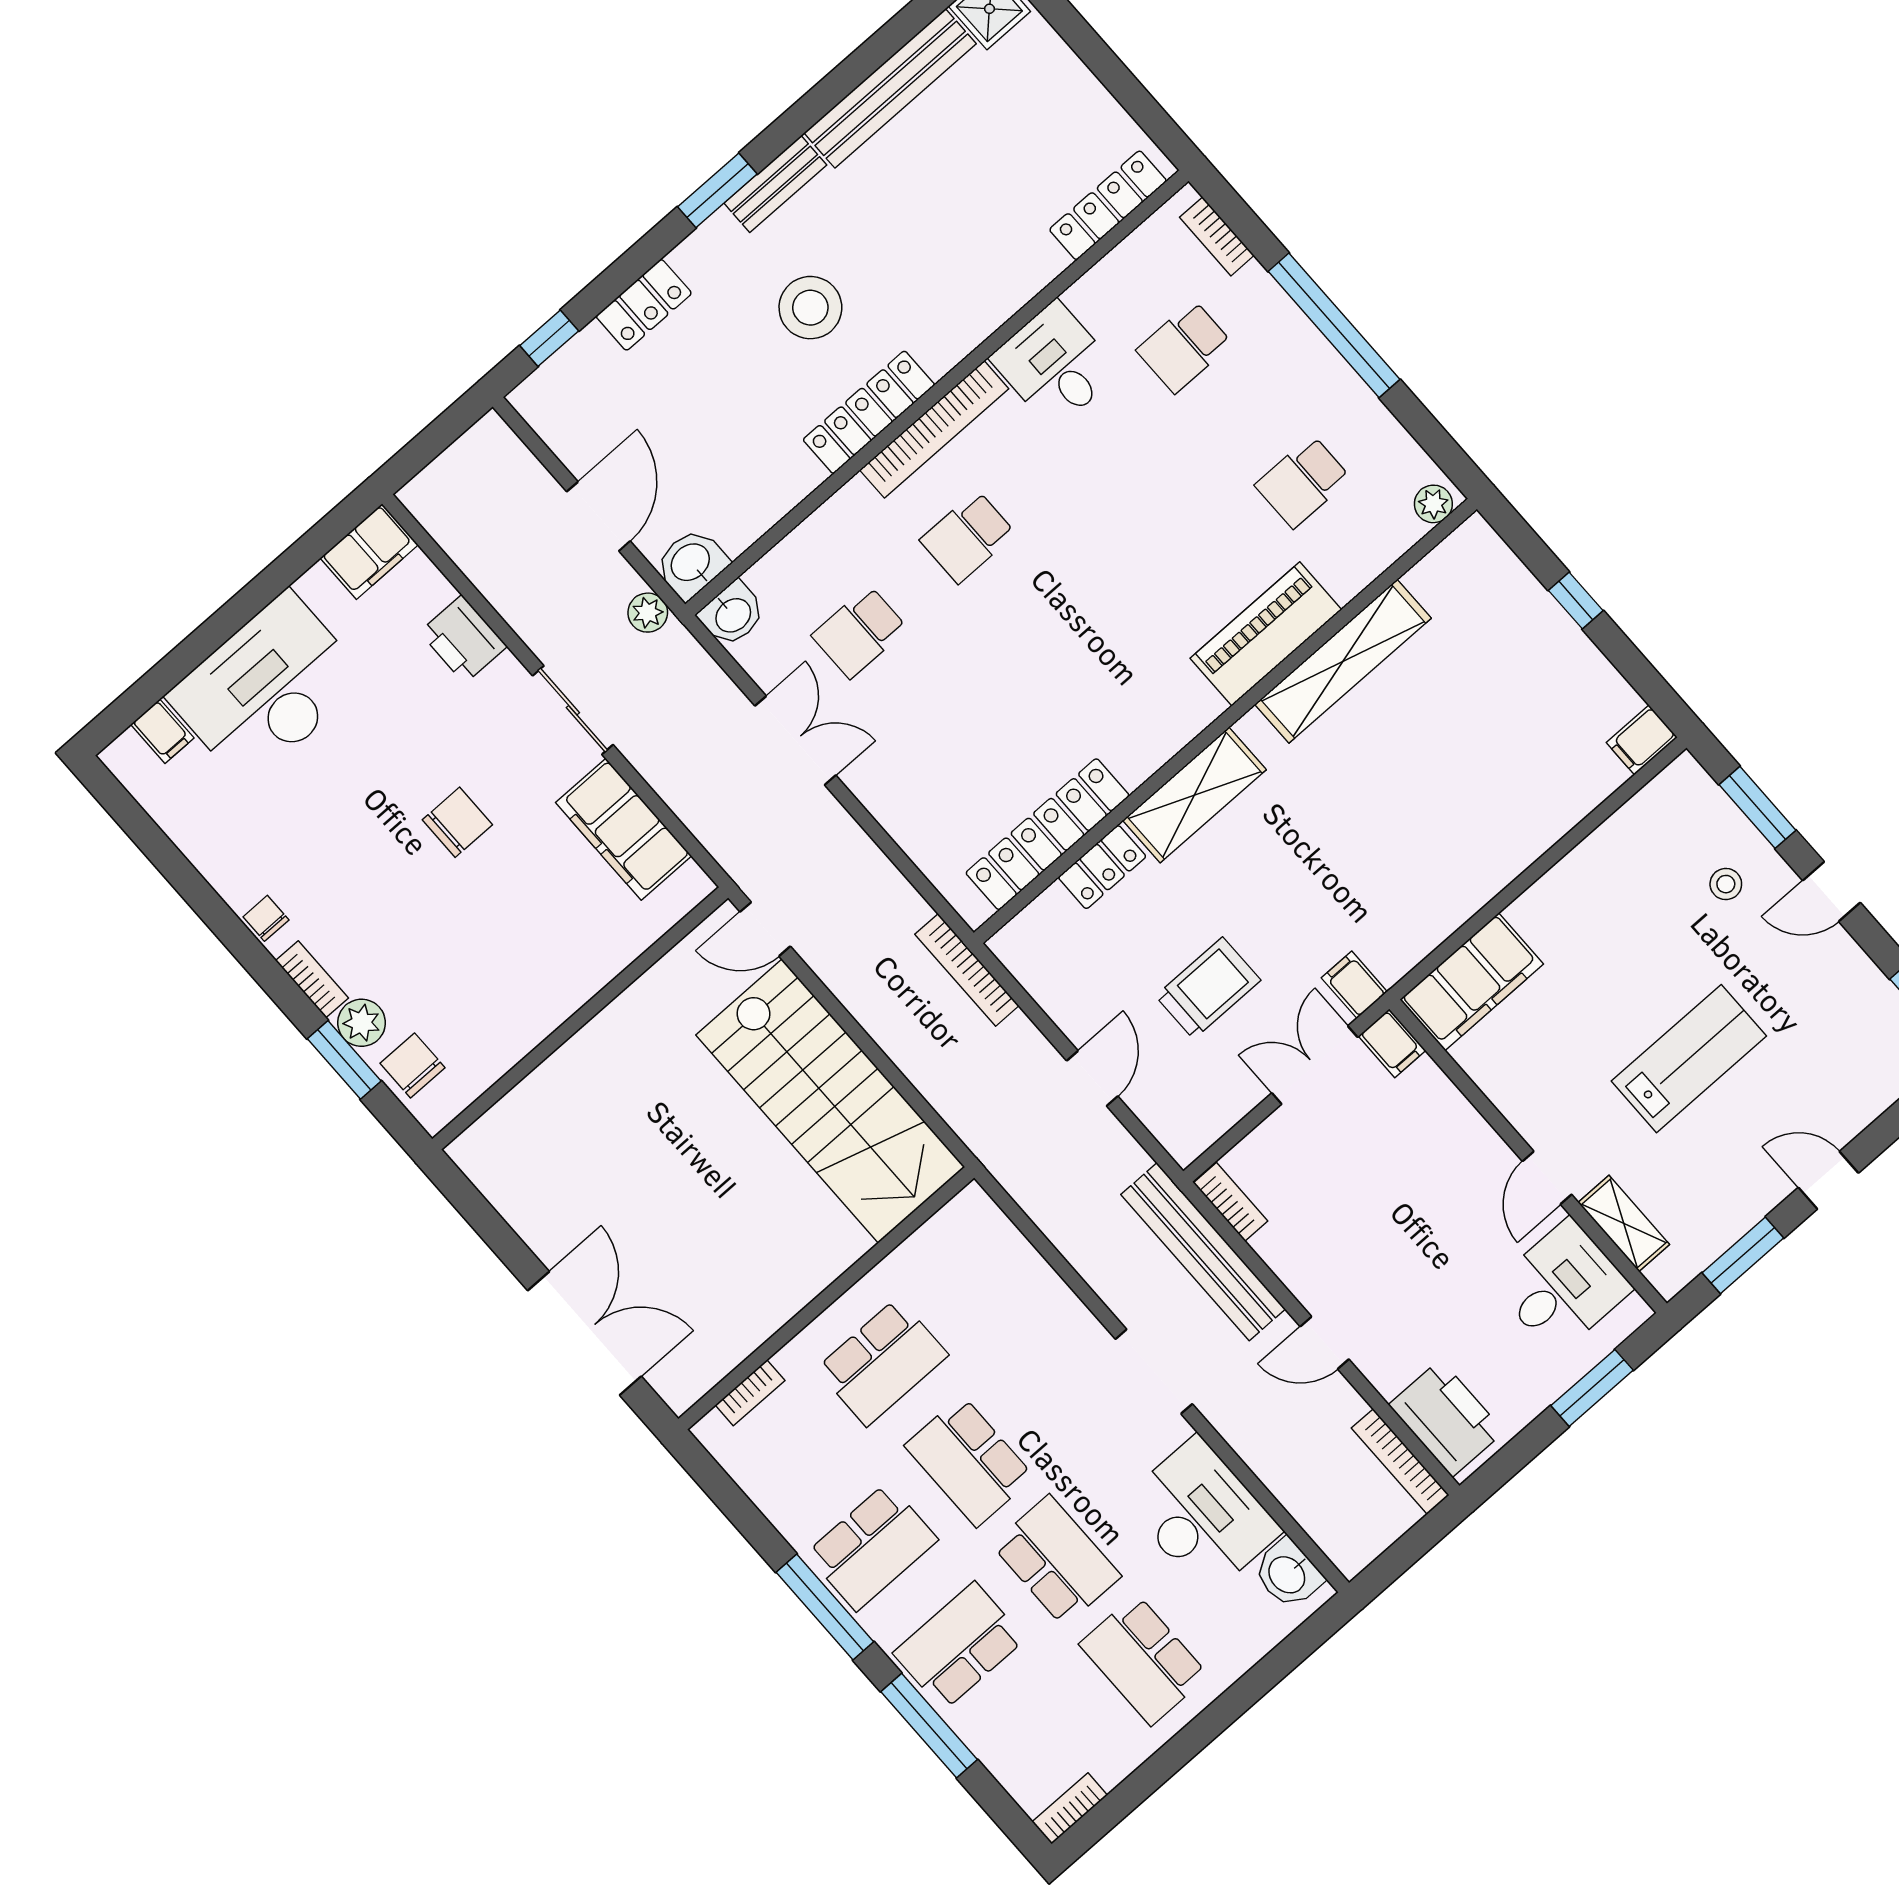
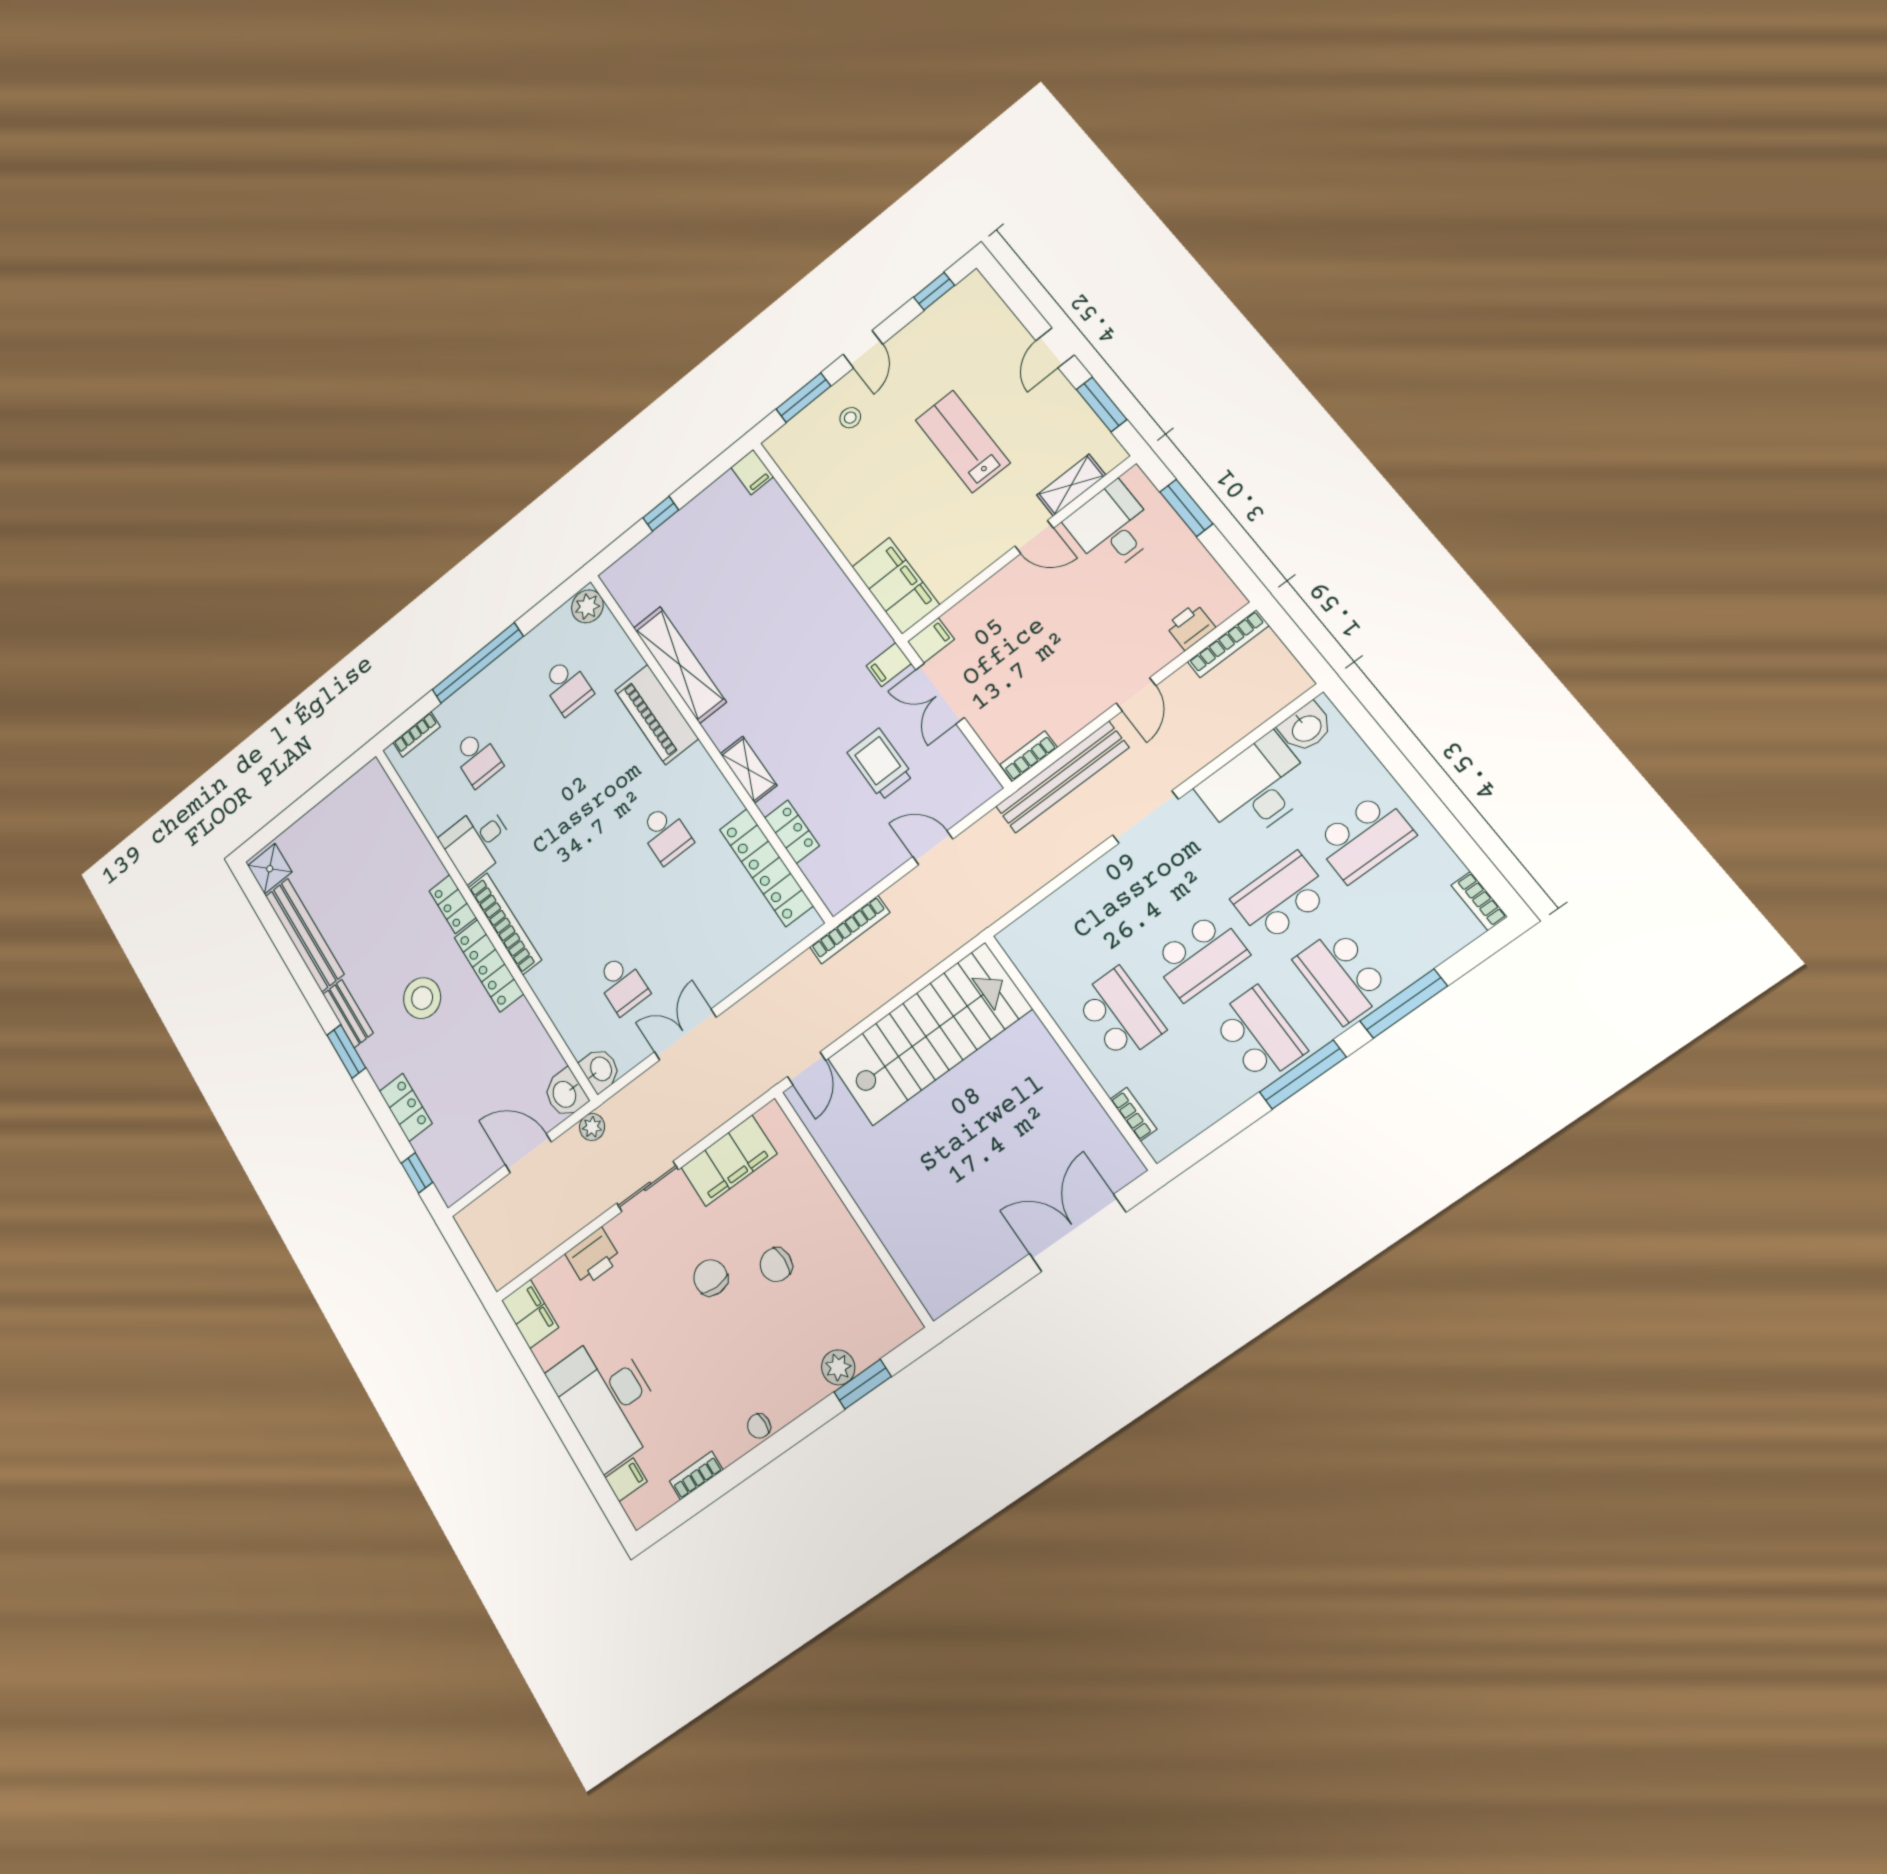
locker: (1108, 205) -> (453, 904), moved, width x0.66
plant: (1433, 504) -> (587, 606), width x1.38, depth x1.38
school desk: (968, 537) -> (666, 834), moved
shelving: (1195, 795) -> (749, 770), width x0.67, depth x0.75
bookcase: (312, 979) -> (696, 1475), moved
chair: (413, 1065) -> (776, 1265), moved
printer: (1446, 1418) -> (1190, 626), width x0.53, depth x0.68

